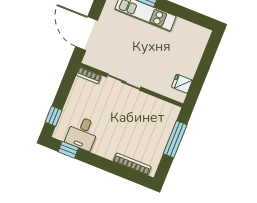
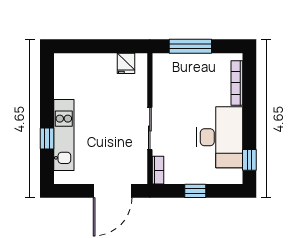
window: (54, 116) -> (195, 191), moved
desk: (82, 133) -> (220, 137), width x1.87, depth x1.30

